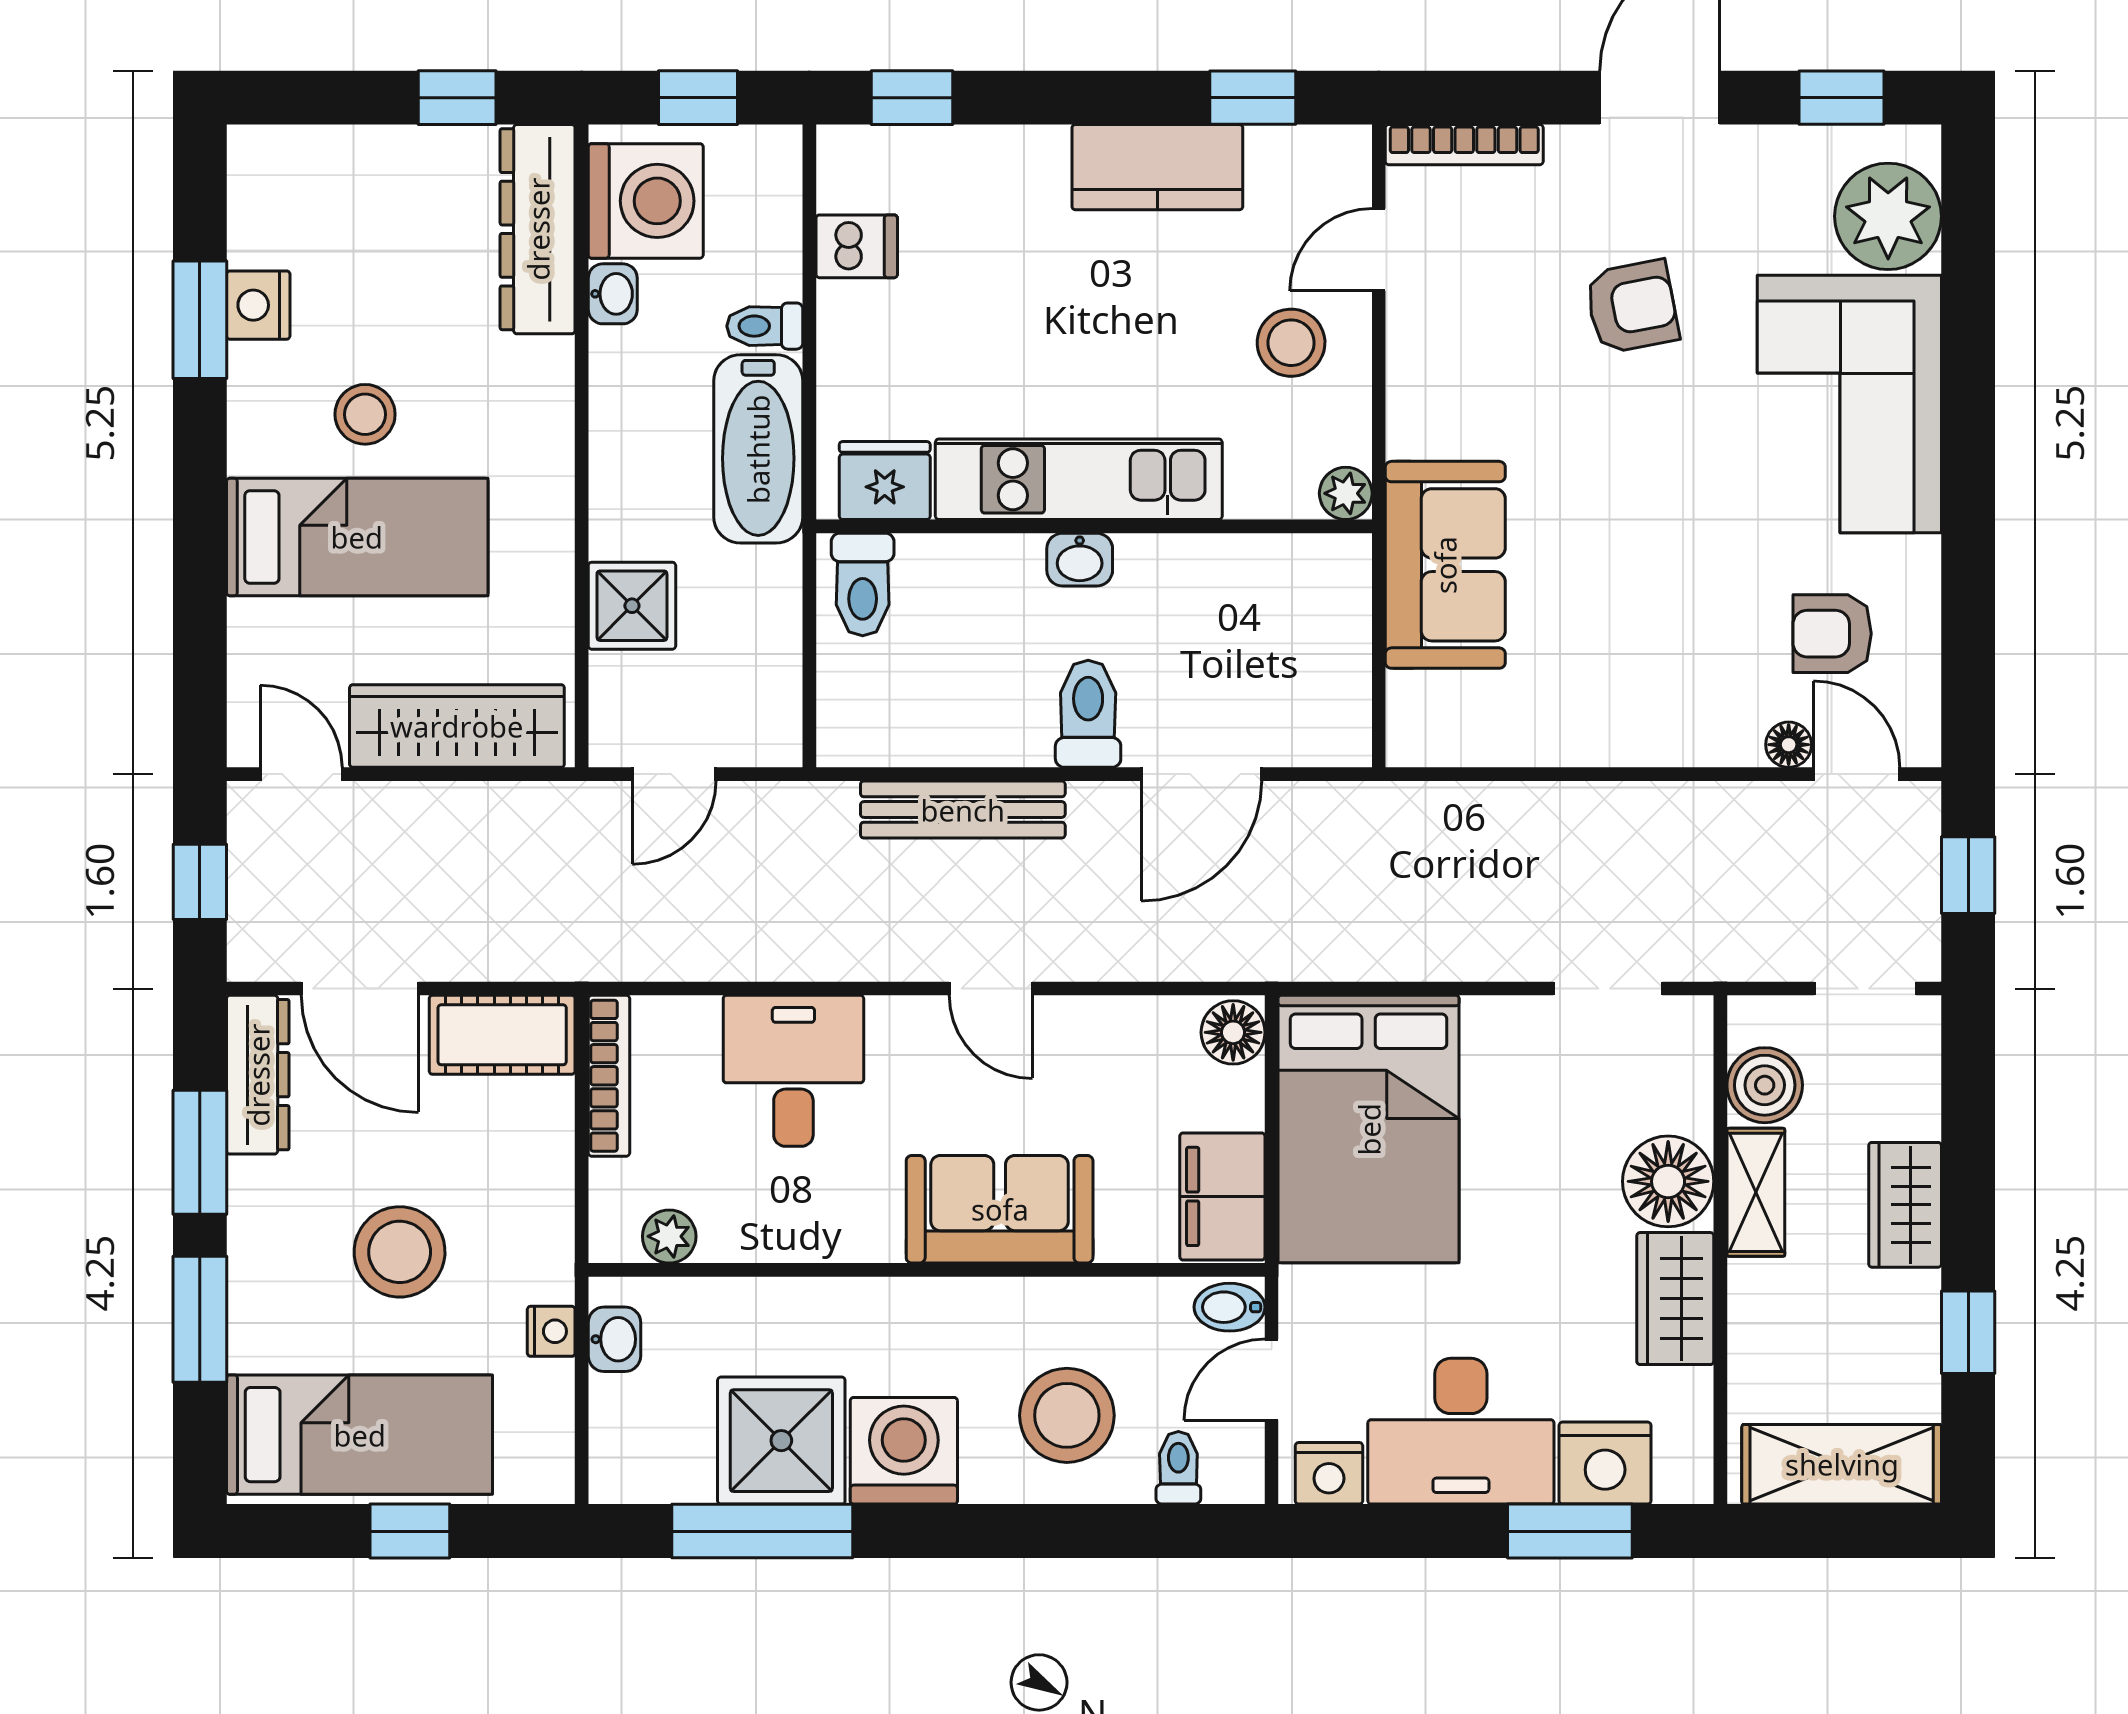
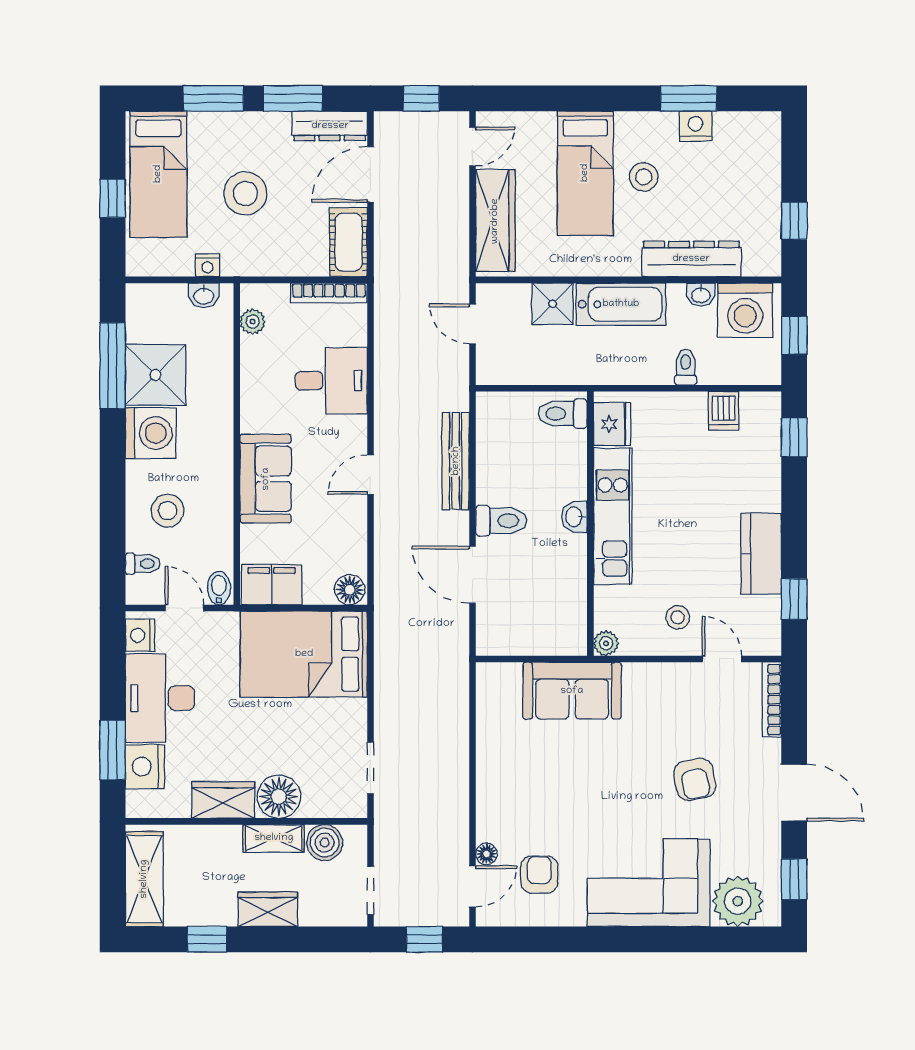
dresser: (538, 229) -> (691, 259), moved
stool: (1291, 343) -> (678, 617), width x0.73, depth x0.73
bathtub: (758, 449) -> (621, 304), moved, turned 180
stool: (1067, 1415) -> (168, 511), width x0.73, depth x0.73

